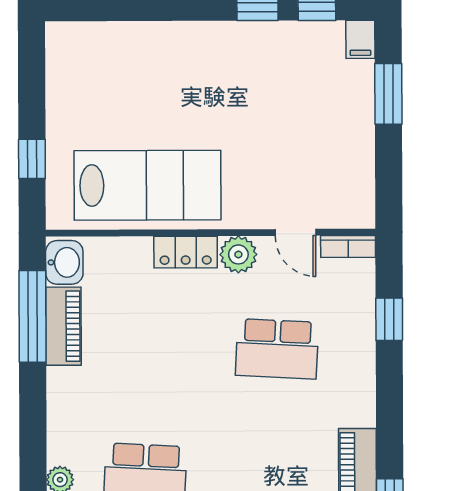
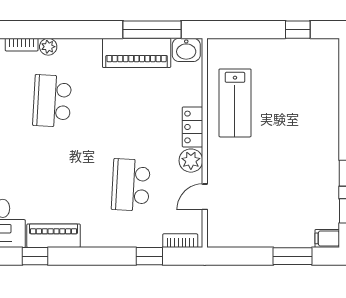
window: (32, 159) -> (298, 30), moved
lab bench: (147, 185) -> (235, 103), width x0.73, depth x0.72
bookcase: (348, 247) -> (180, 241), moved, turned 90
piano: (64, 326) -> (137, 53), width x1.37, depth x1.33

